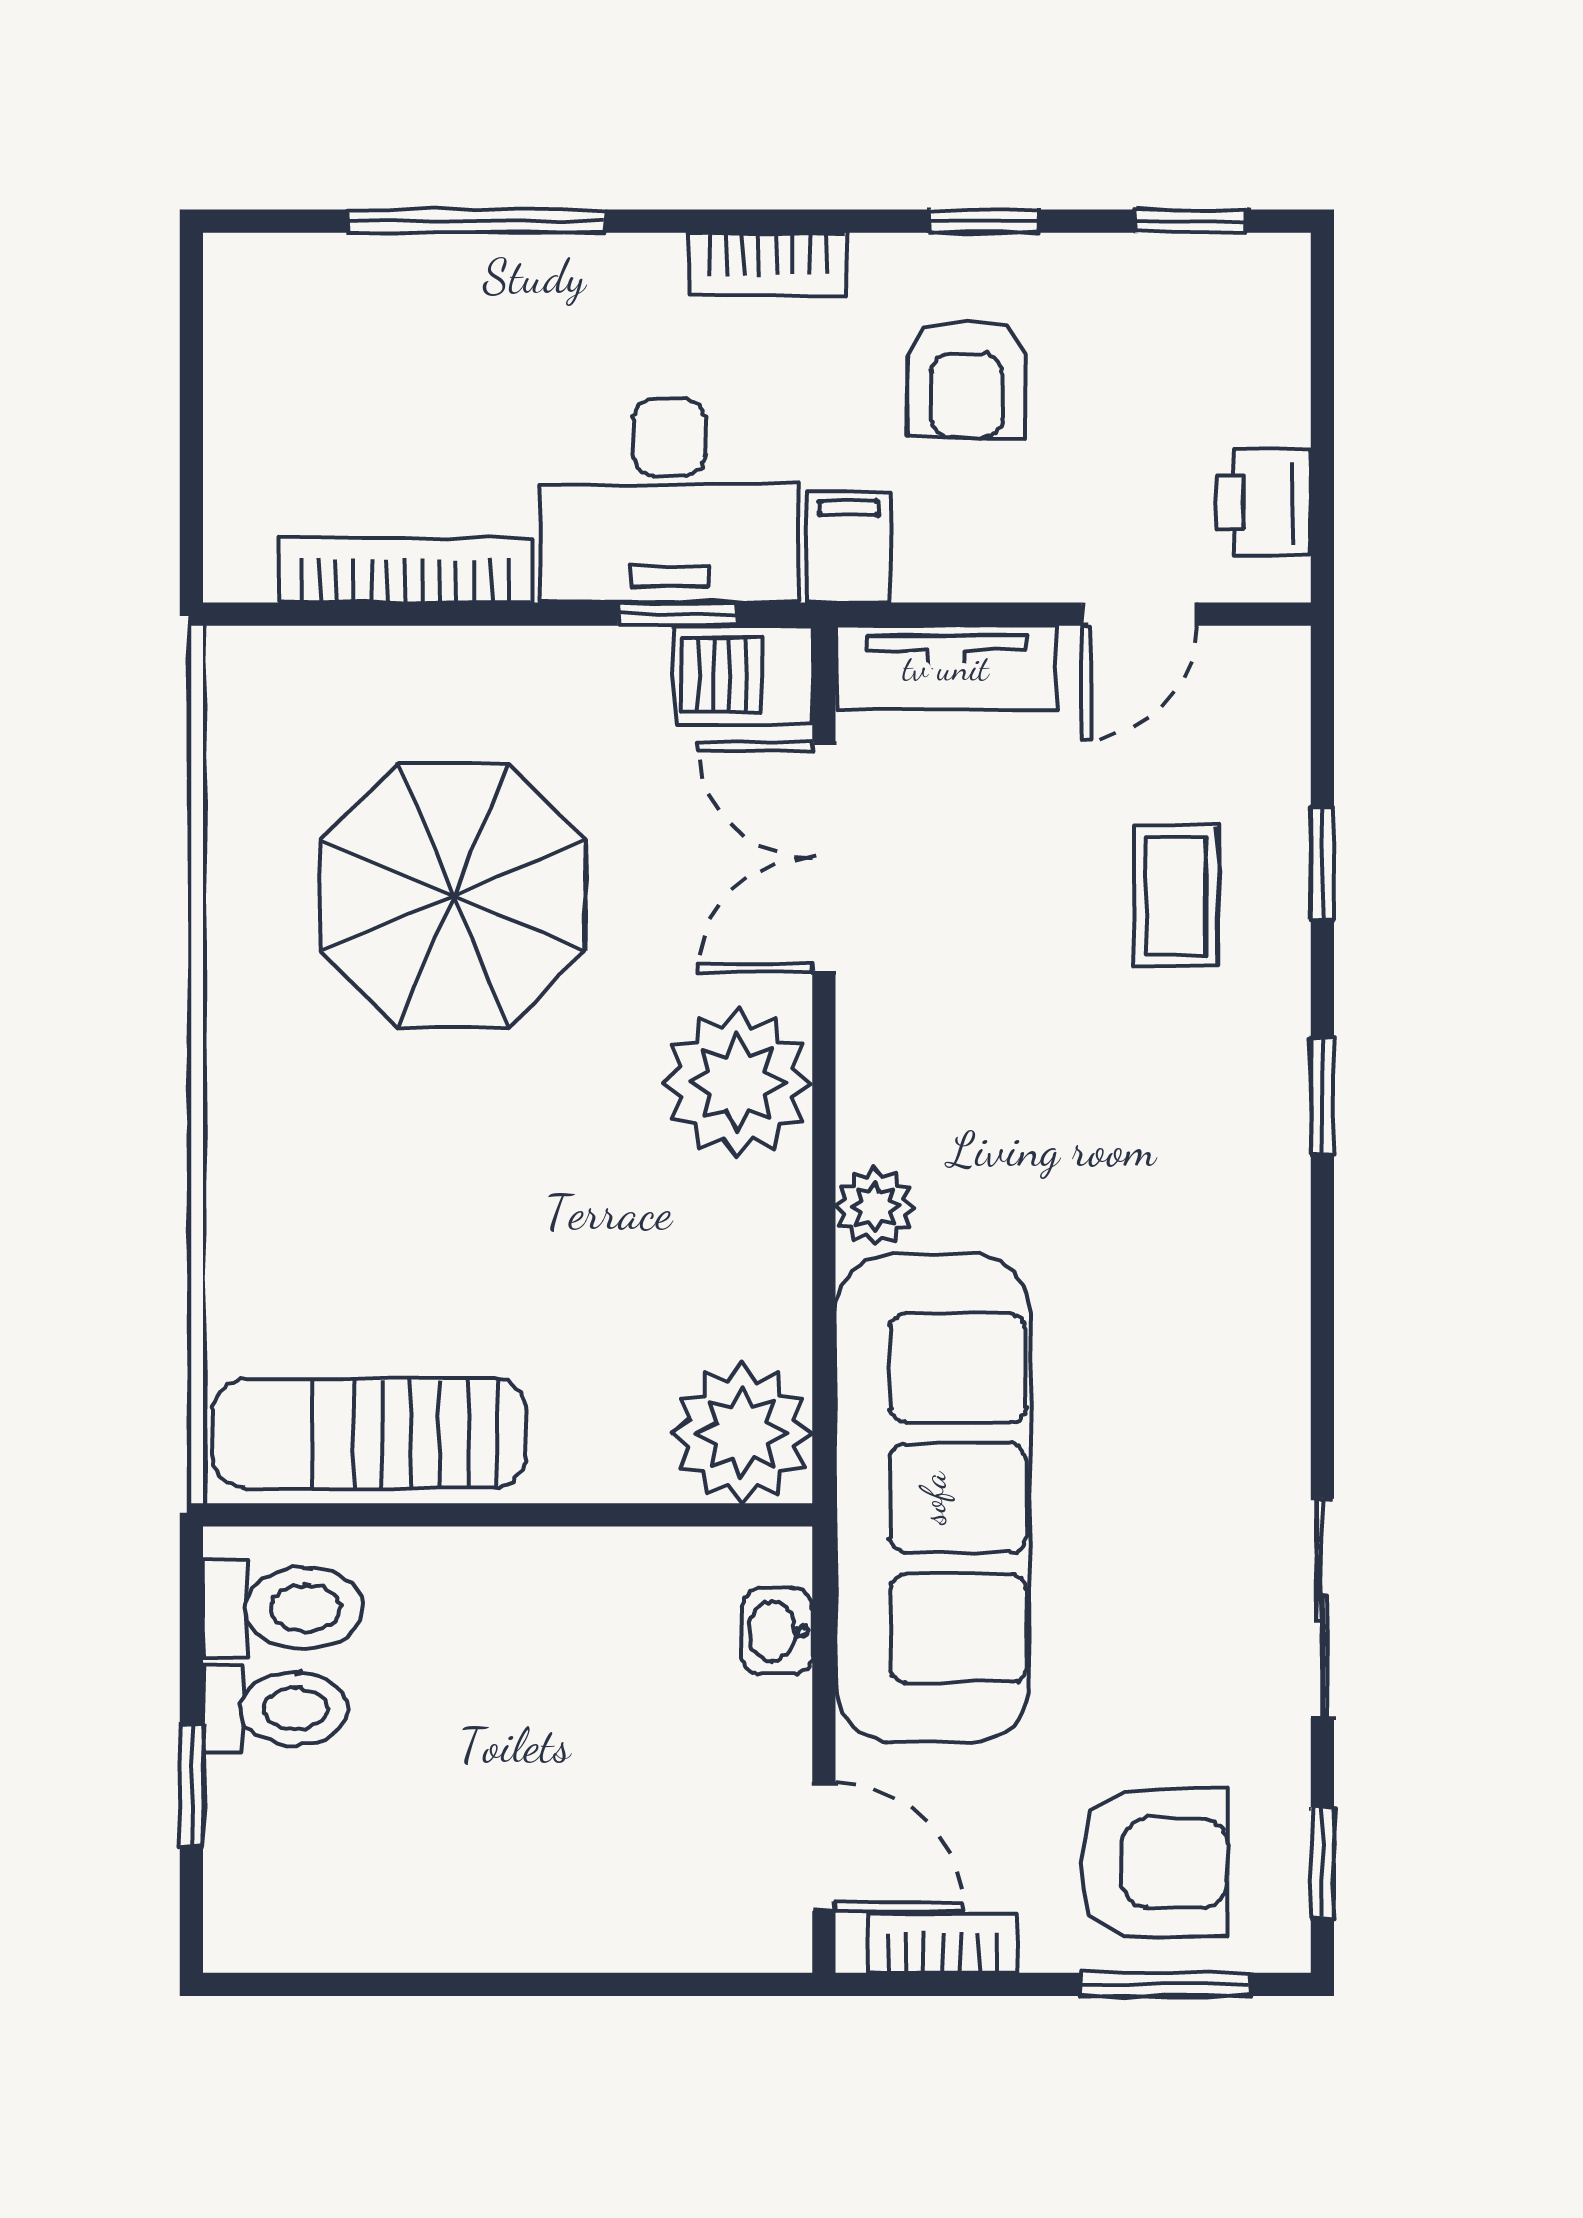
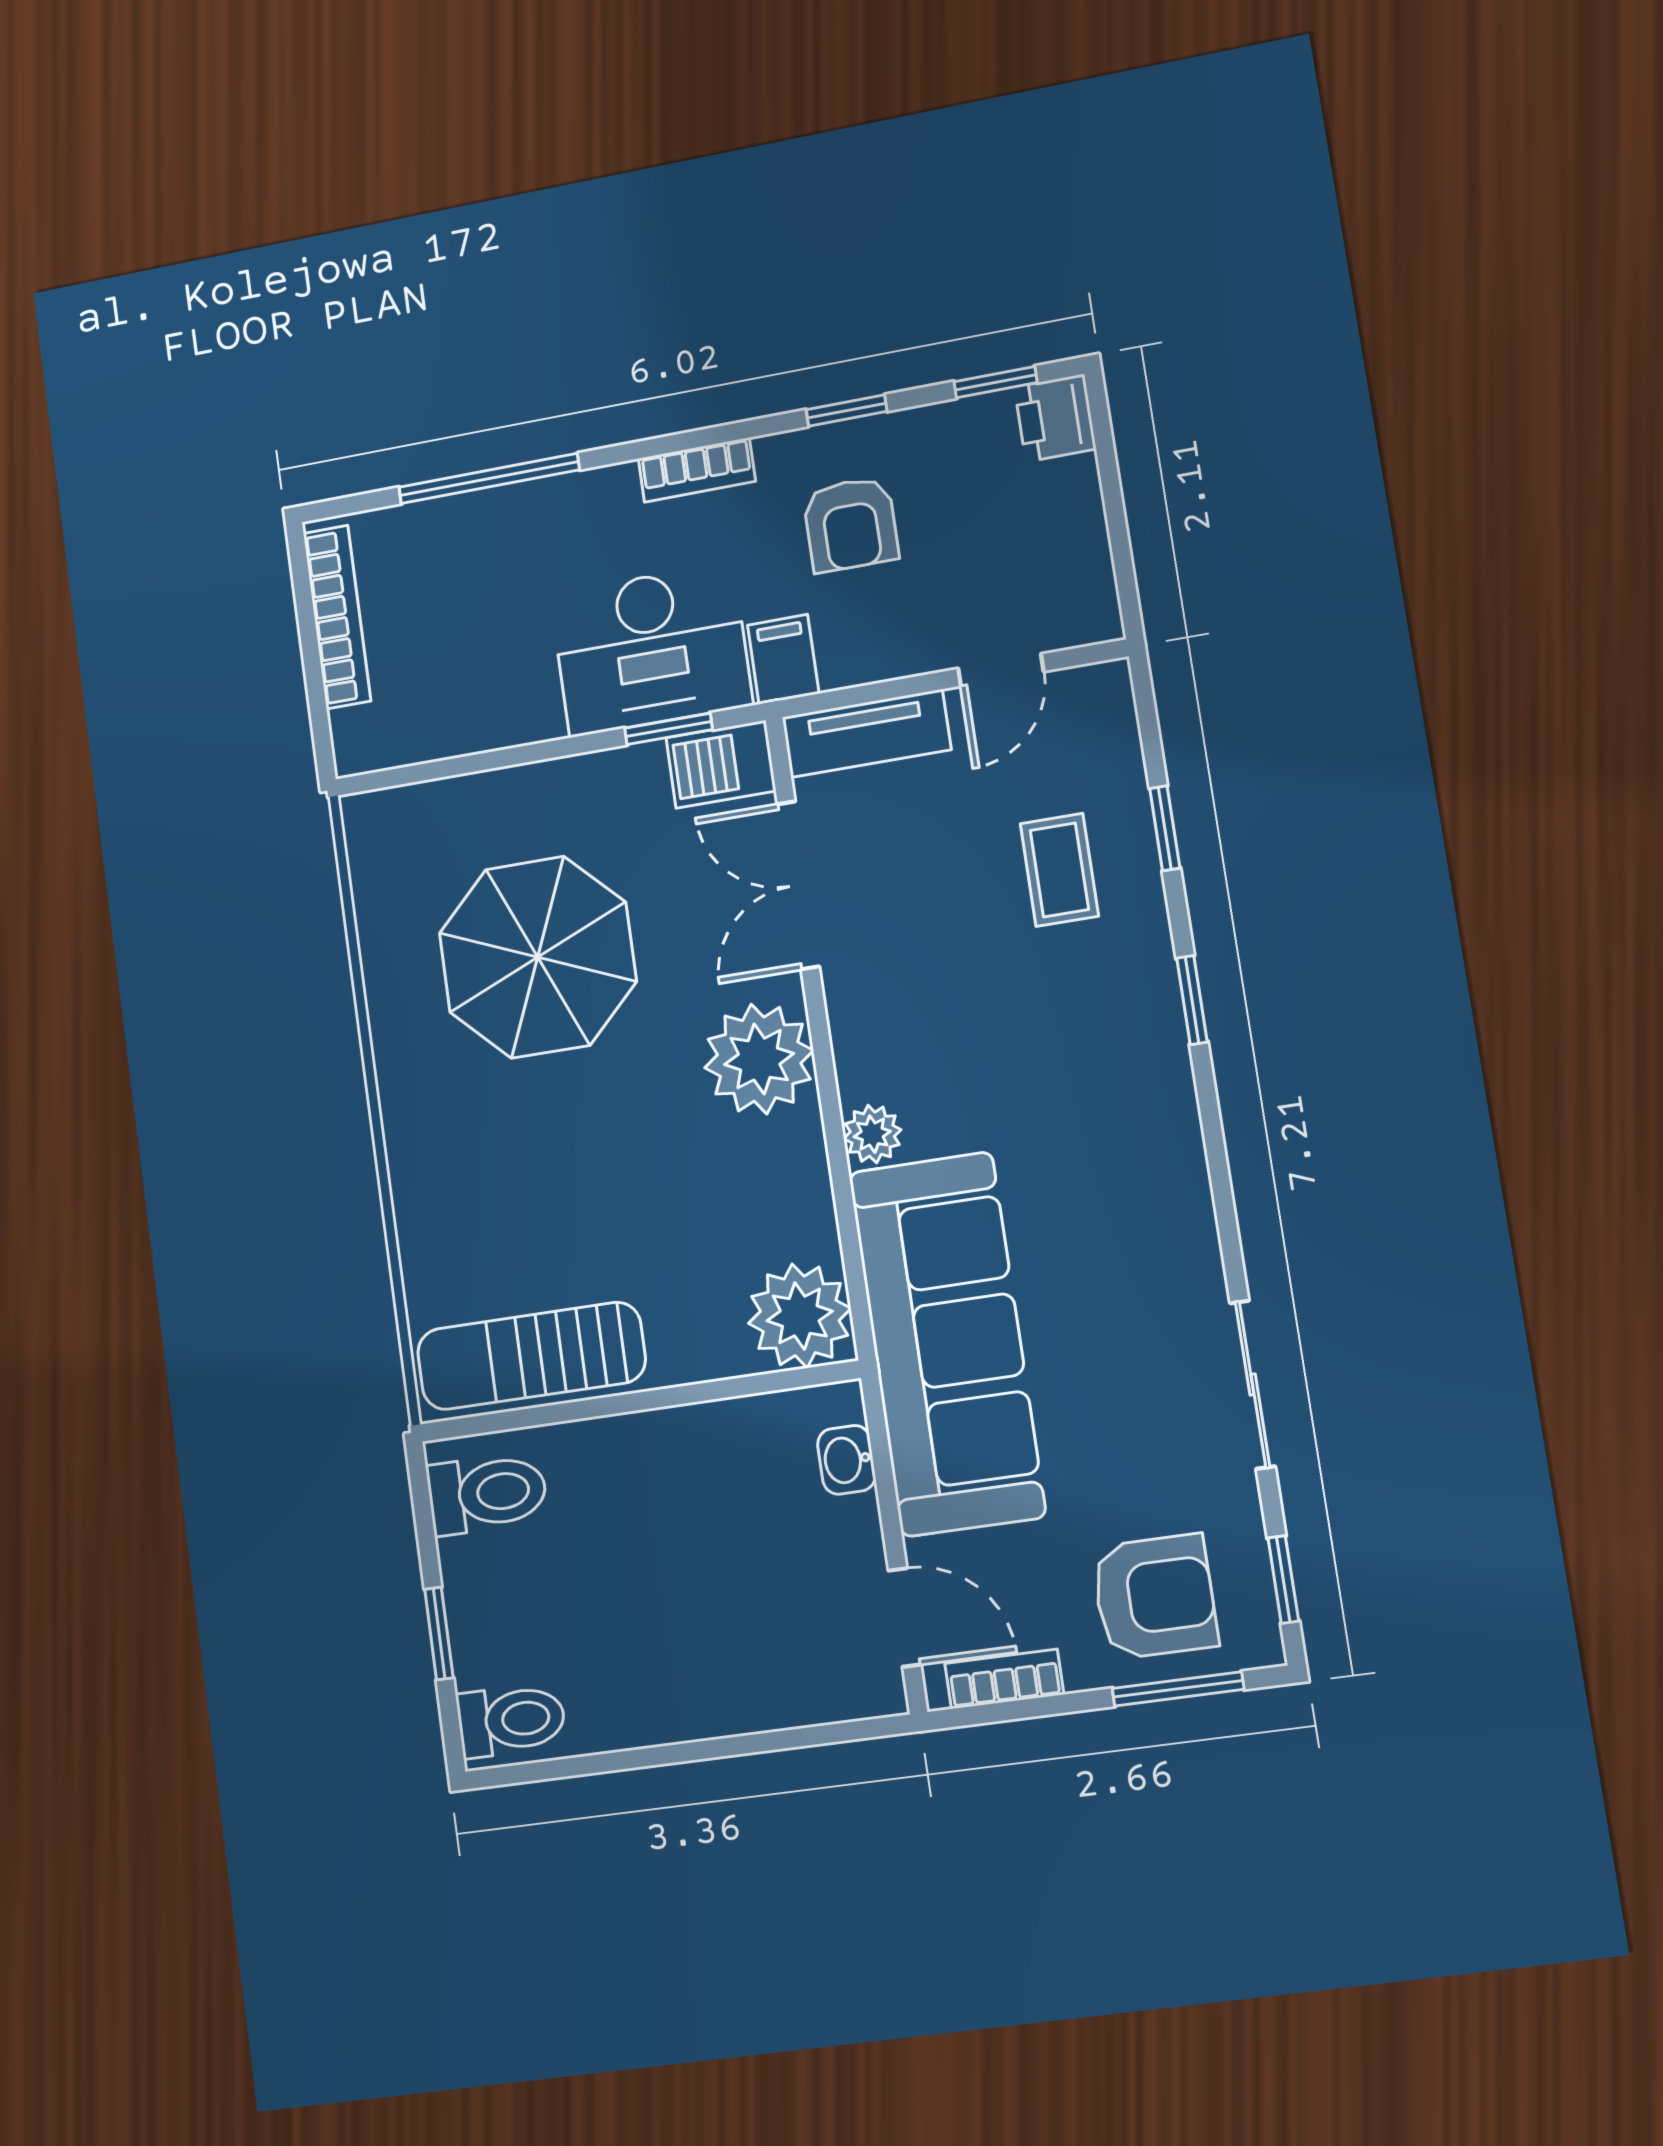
printer: (1263, 503) -> (1055, 418), moved
bookcase: (405, 570) -> (337, 617), moved, turned 90
toilet: (275, 1709) -> (511, 1720), moved

